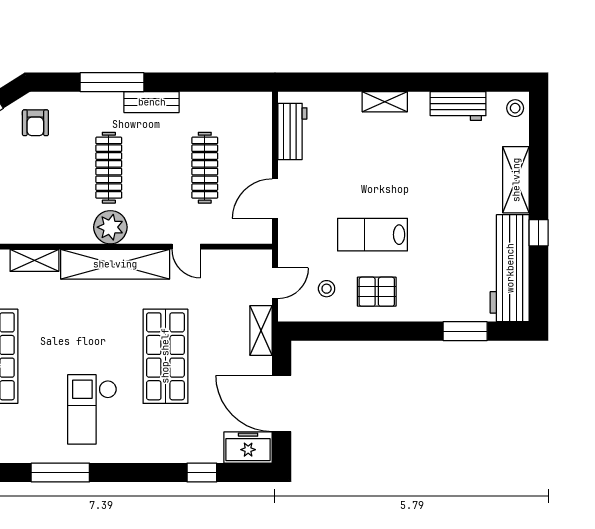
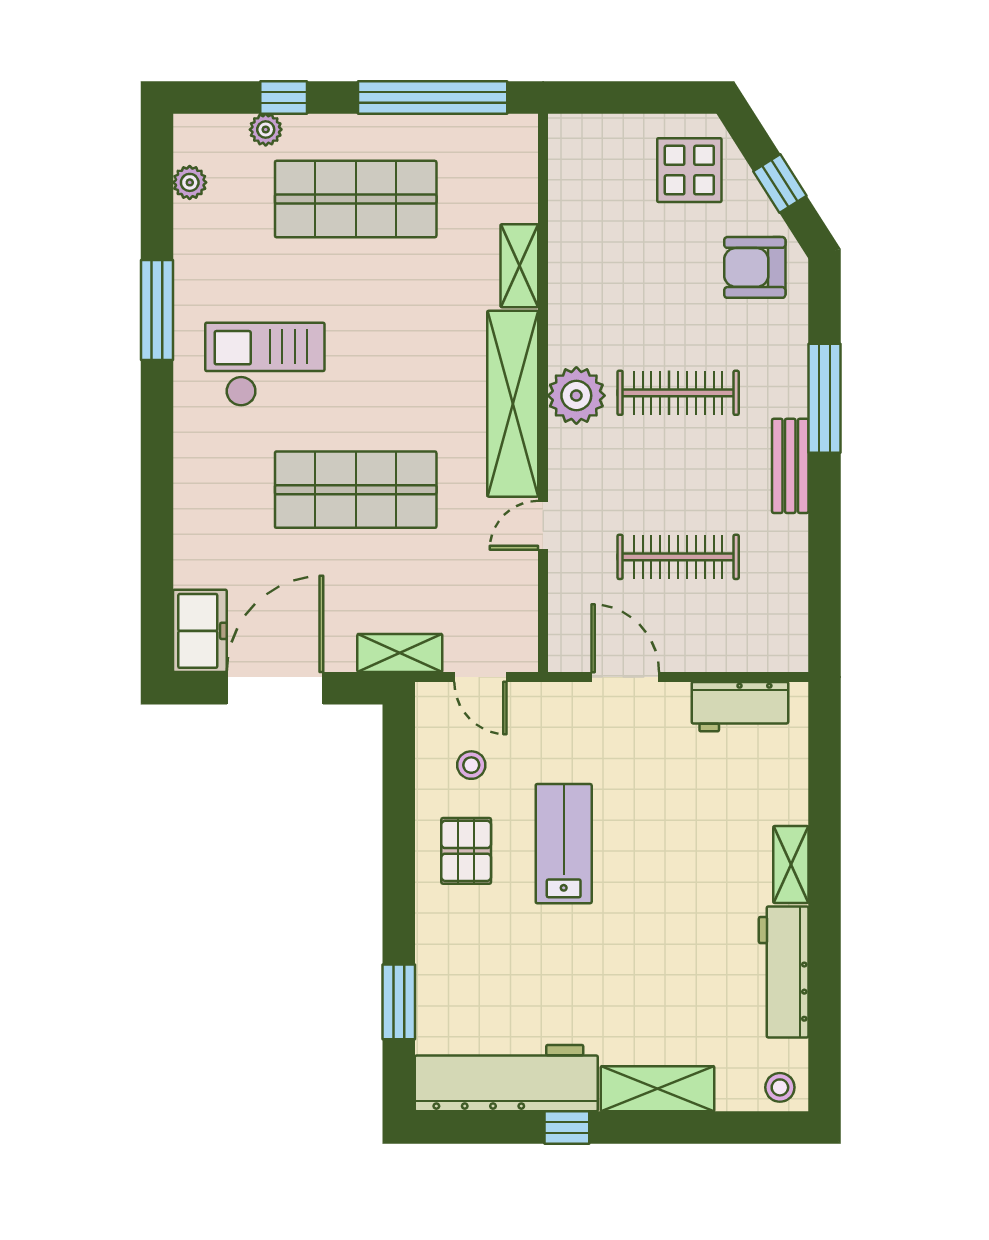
workbench: (458, 106) -> (784, 972), width x1.37
armchair: (35, 123) -> (755, 267), width x1.38, depth x1.38
window: (202, 473) -> (157, 552), removed

